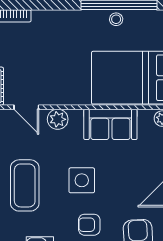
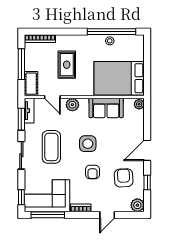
rug: (49, 57) -> (67, 65), added
armchair: (89, 225) -> (93, 172), turned -90

